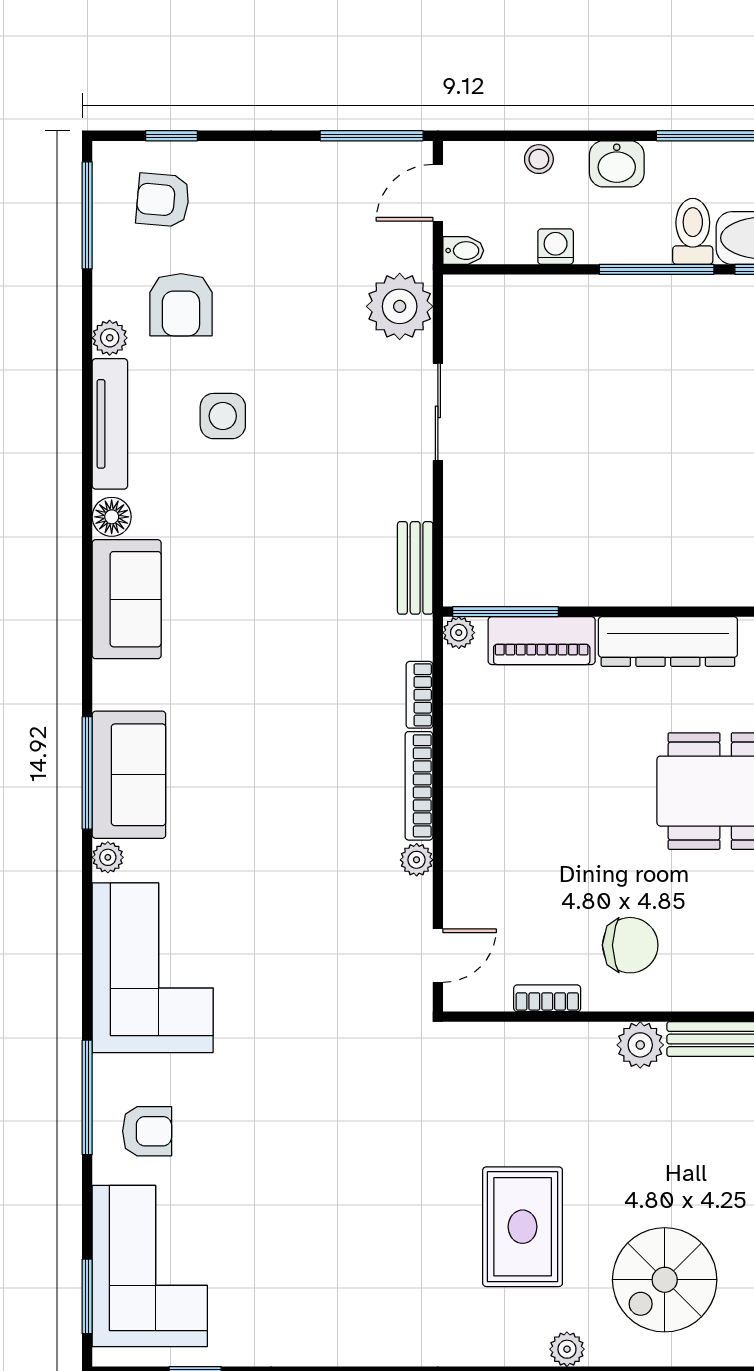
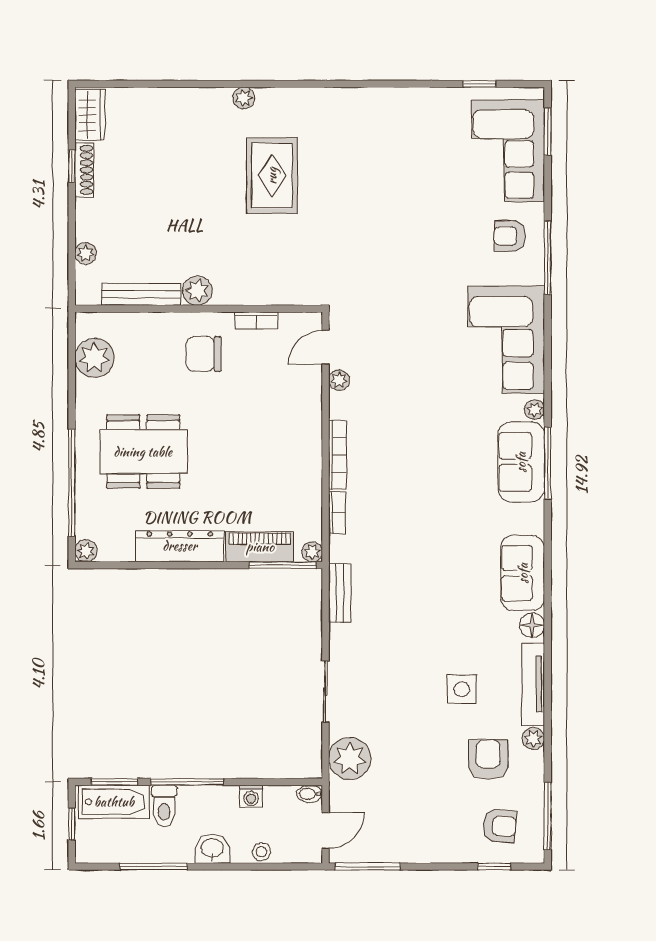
plant: (417, 860) -> (339, 380), moved
spiral stairs: (665, 1280) -> (182, 142), removed

